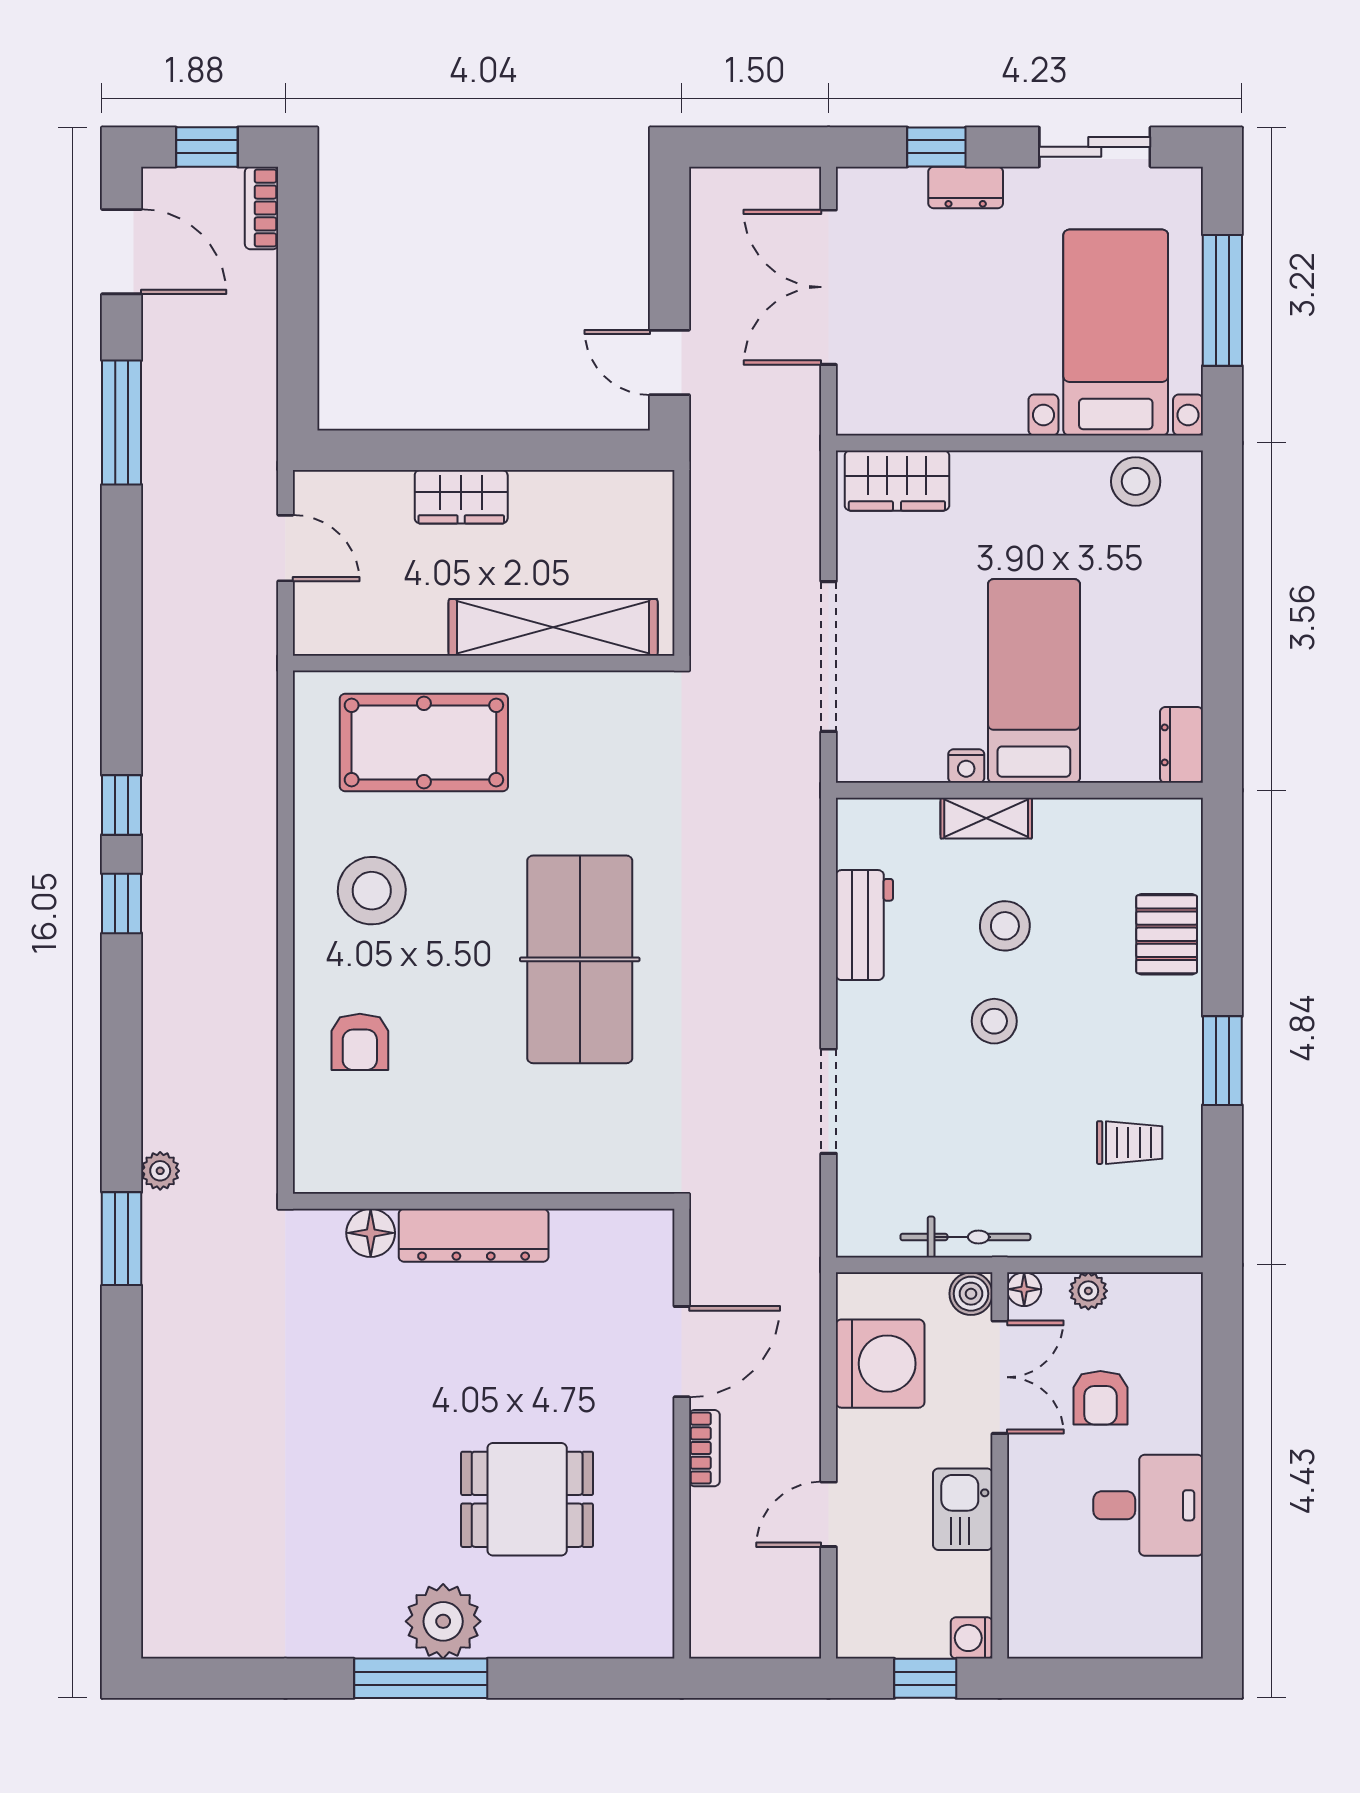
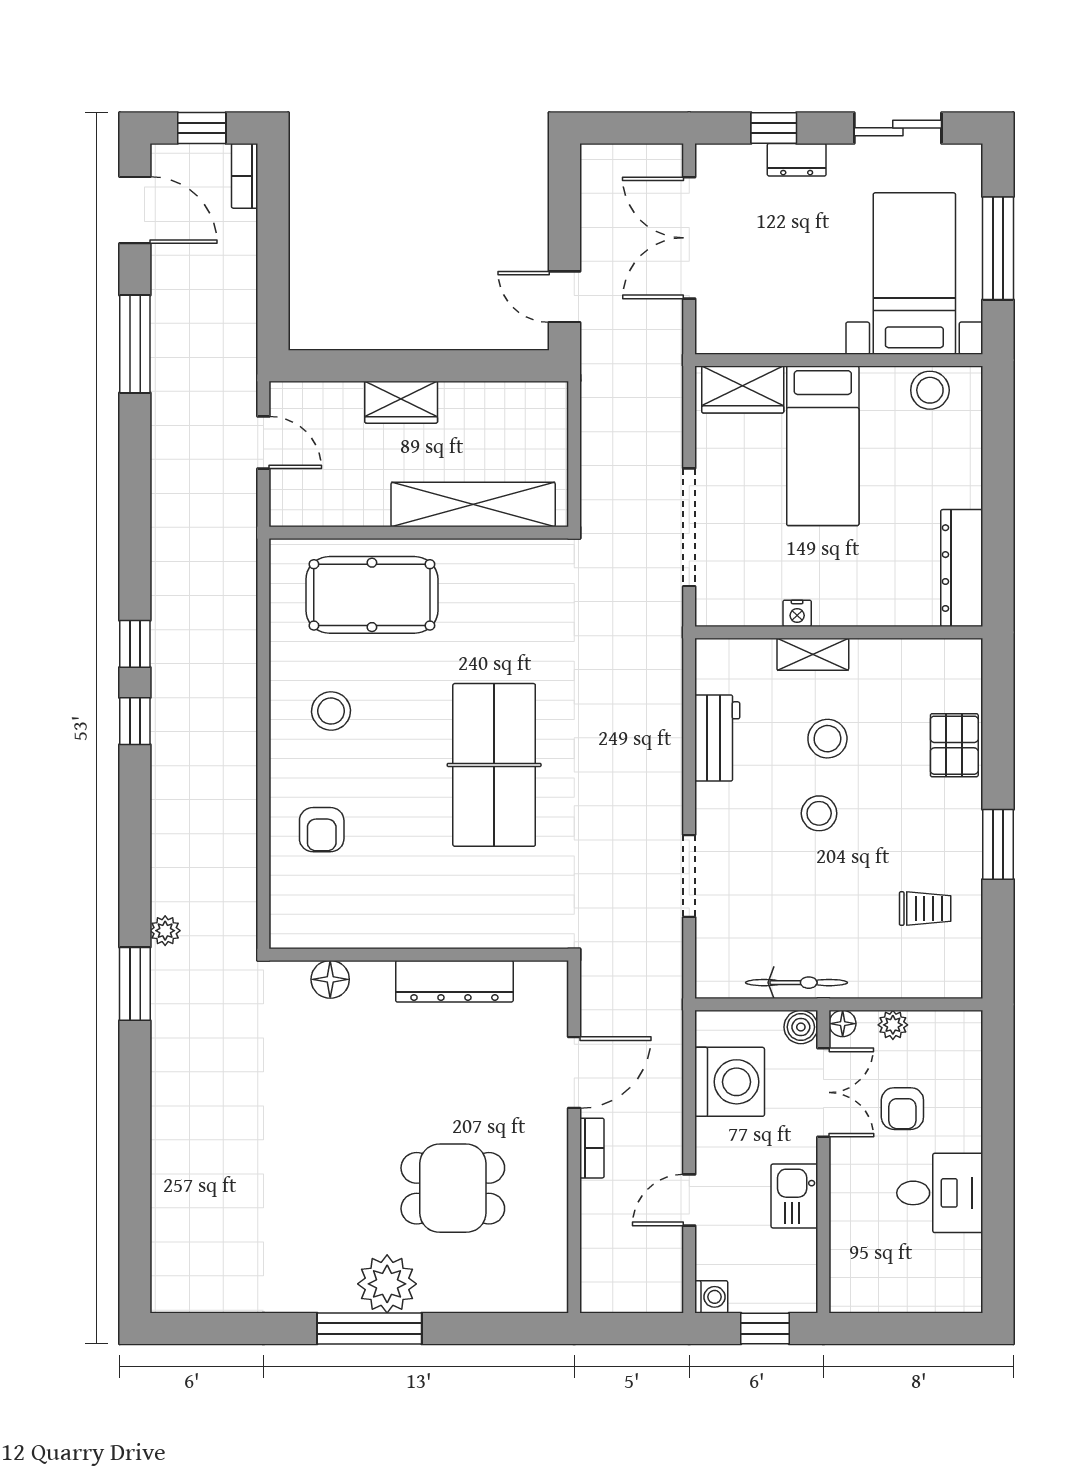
bed: (1034, 681) -> (823, 446), moved, turned 180
dresser: (1181, 745) -> (962, 568), width x1.96, depth x1.24
stool: (372, 891) -> (331, 711), width x0.73, depth x0.73
dresser: (474, 1235) -> (454, 981), moved
washing machine: (972, 1638) -> (711, 1297), moved, turned 180

